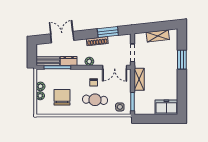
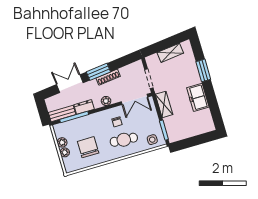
window: (108, 32) -> (98, 72), moved
freezer: (166, 107) -> (198, 97), moved, turned -90

